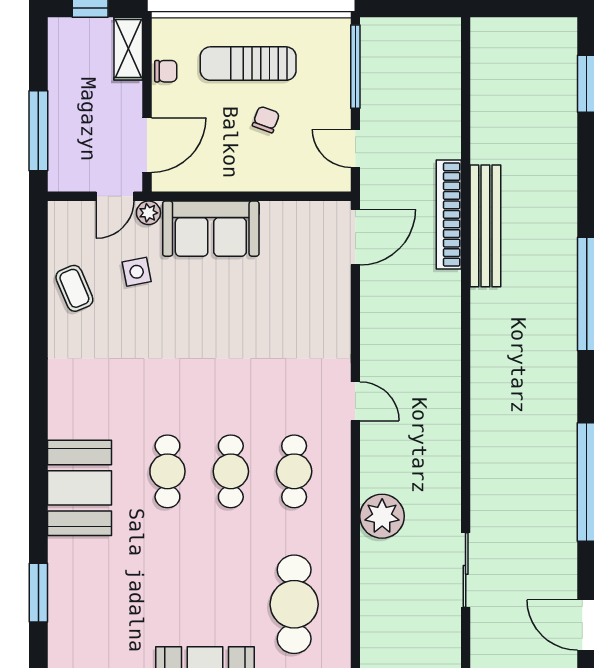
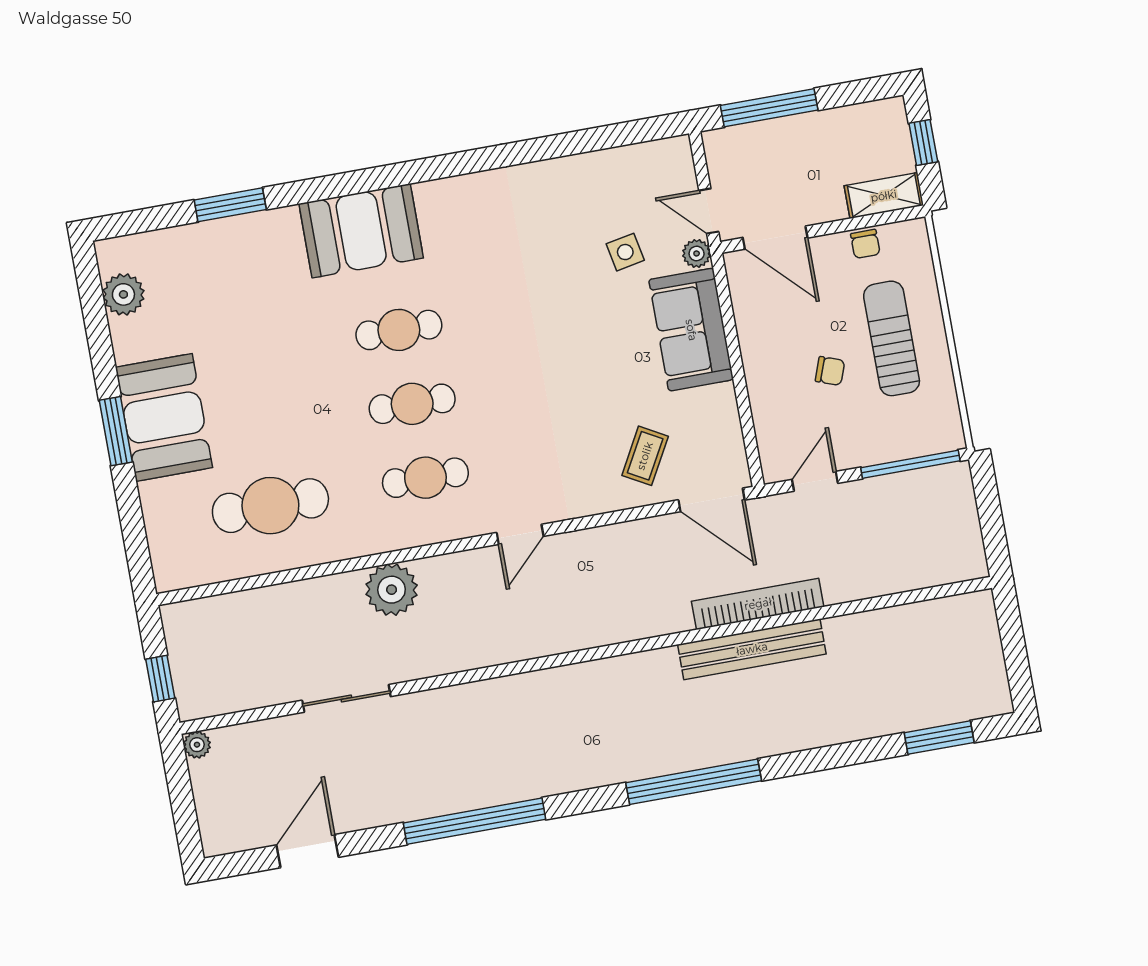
coffee table: (74, 288) -> (645, 456), moved, turned -38

